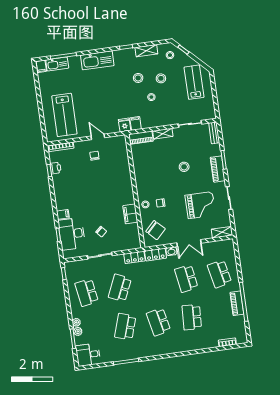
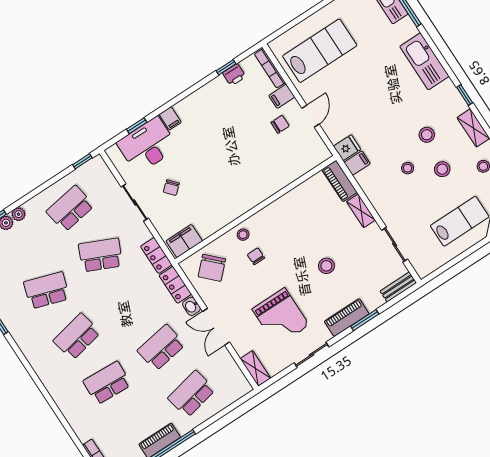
lab bench: (64, 115) -> (320, 51), turned 180
filing cabinet: (80, 147) -> (282, 96), added
filing cabinet: (130, 214) -> (184, 241), moved

